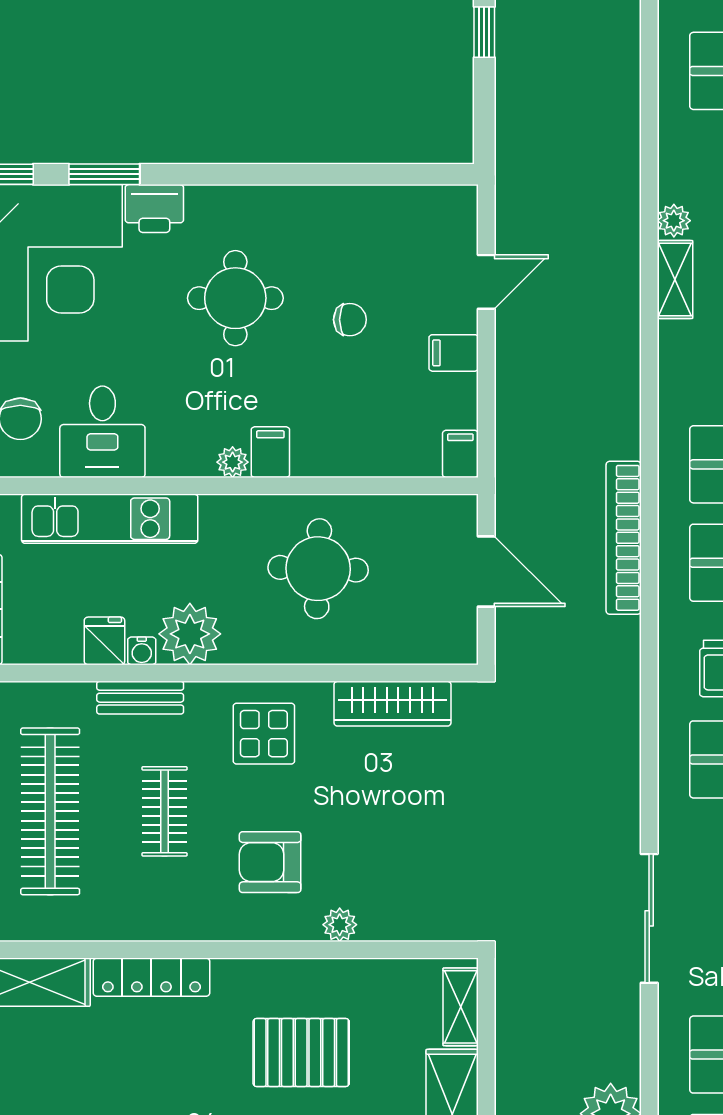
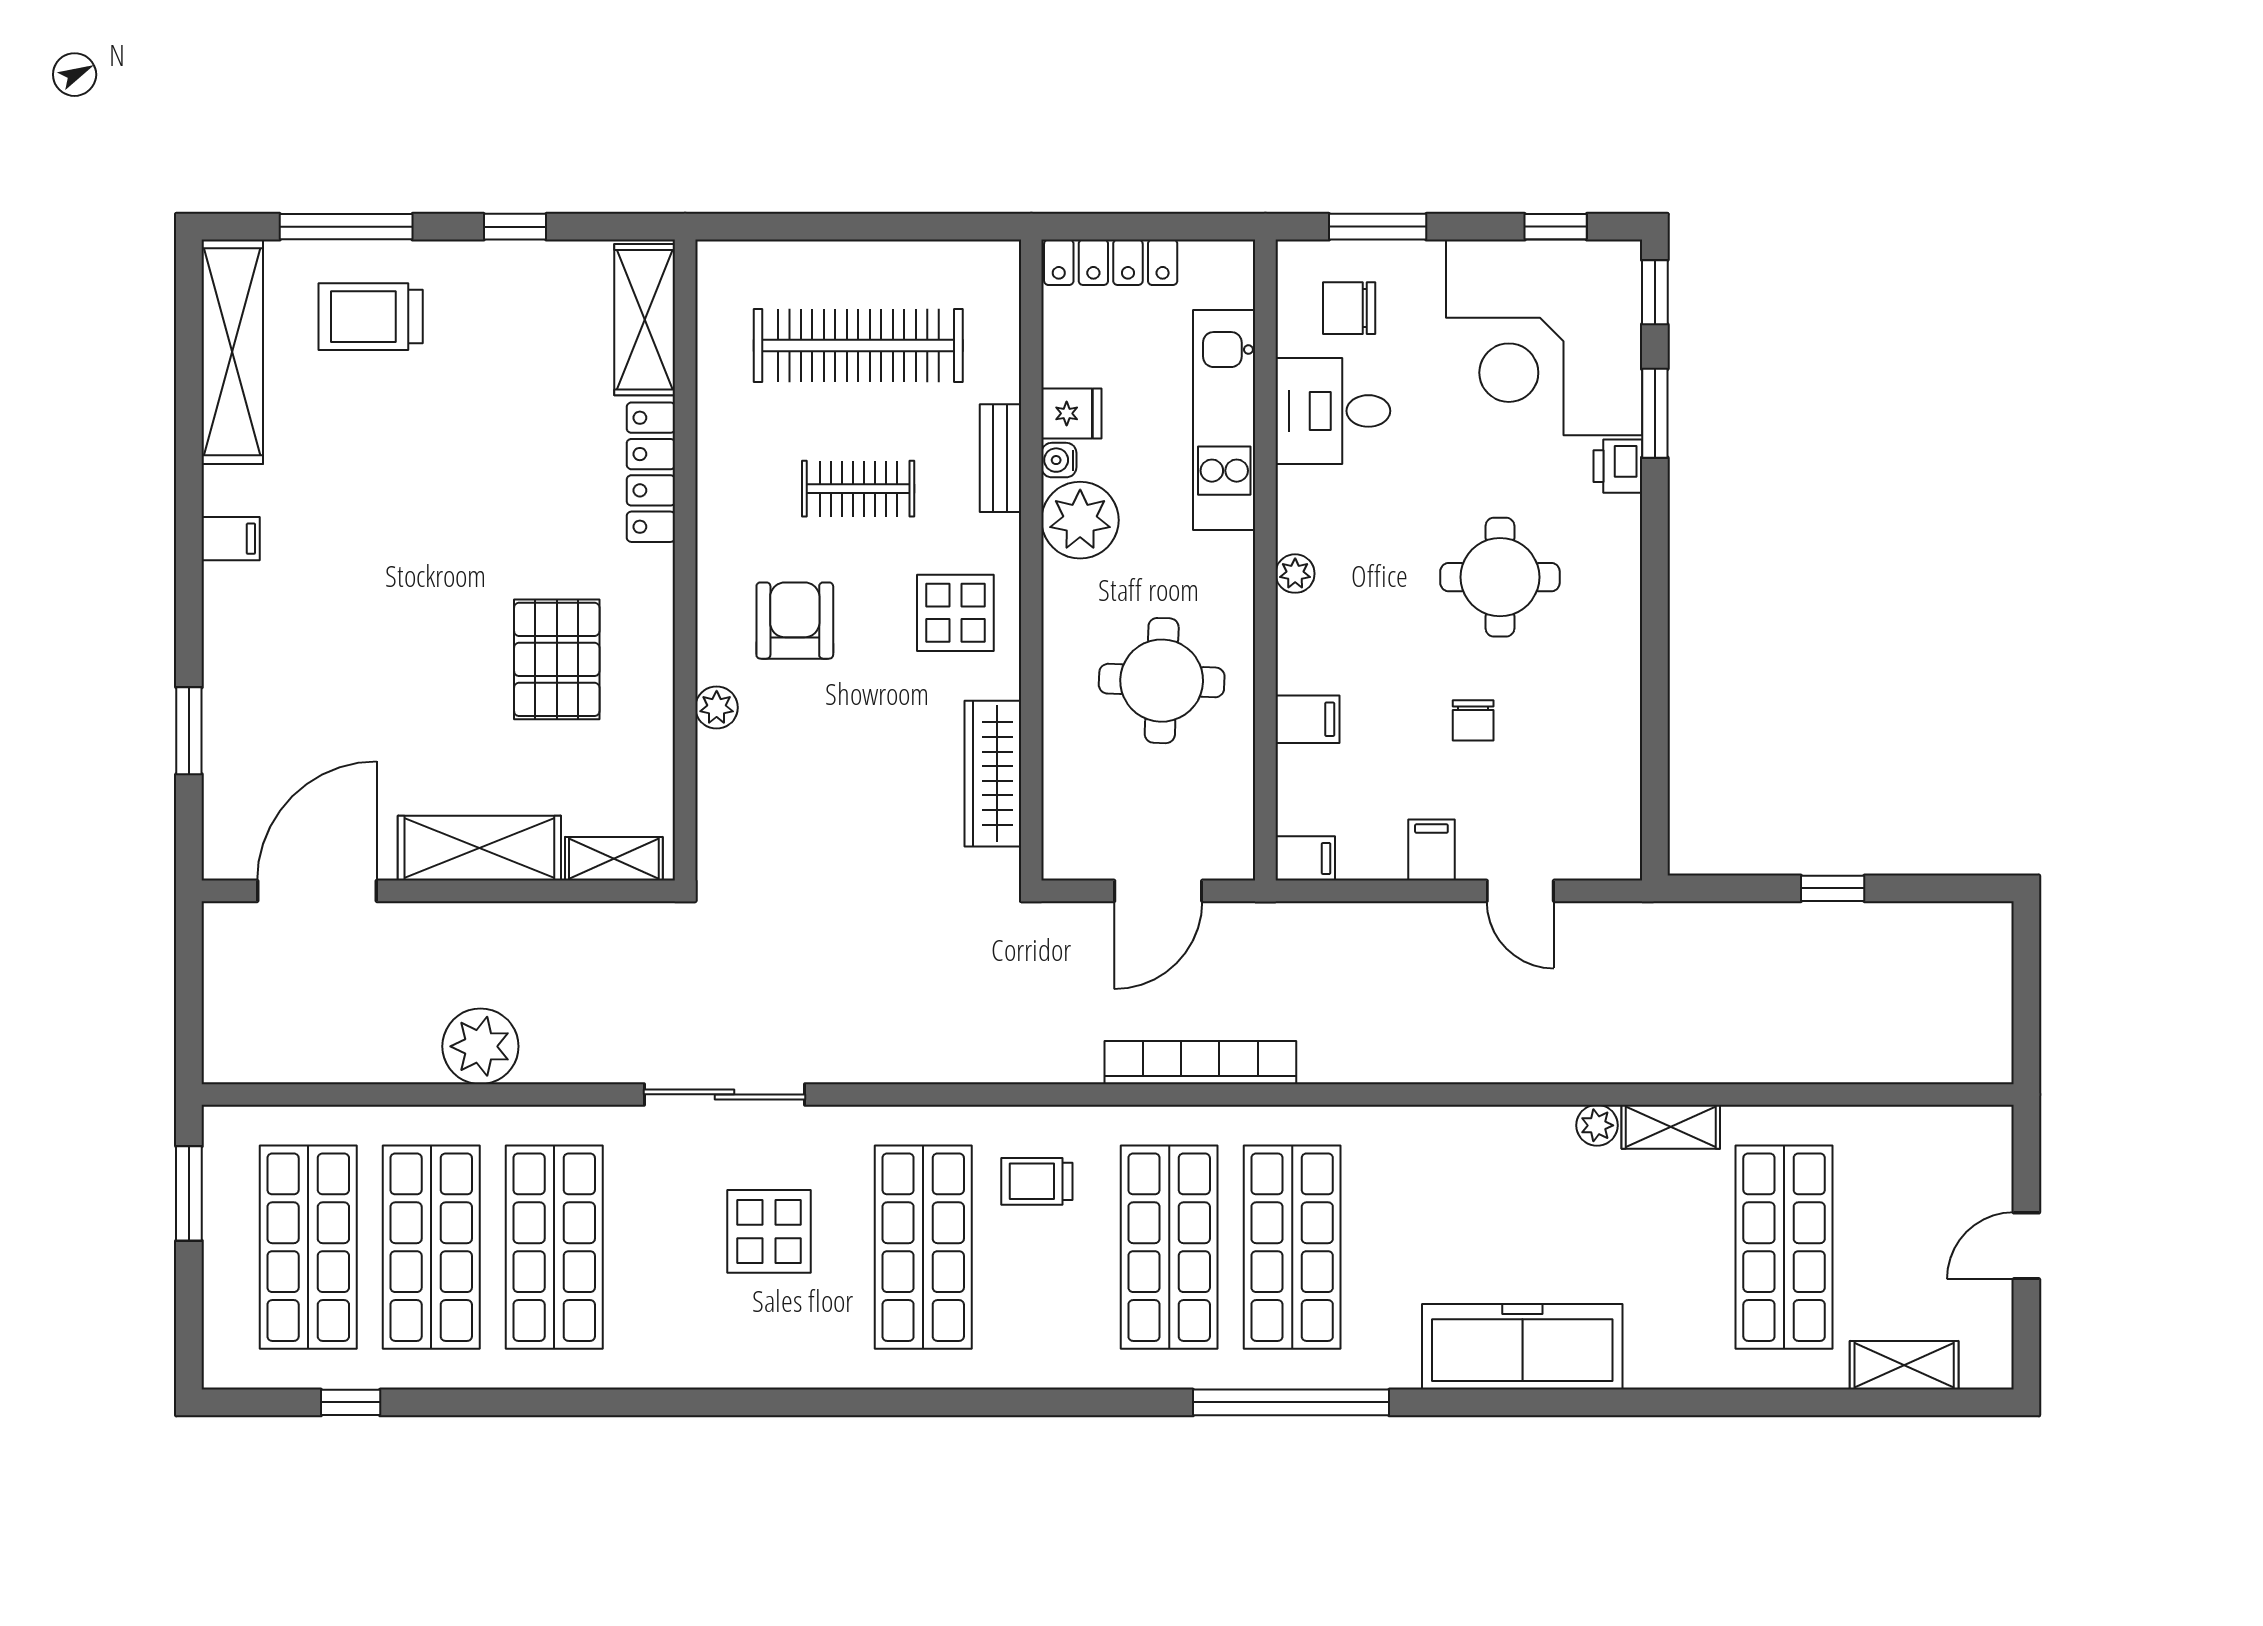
printer: (154, 209) -> (1618, 466), width x0.73, depth x0.81
shelving: (675, 280) -> (1671, 1127), moved
filing cabinet: (270, 452) -> (1307, 719), moved

